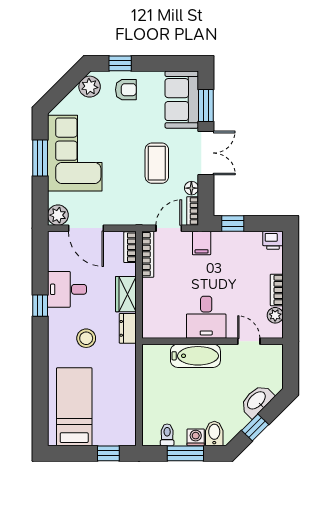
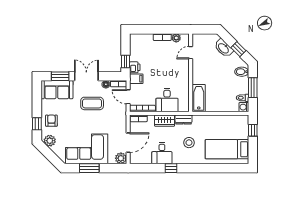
printer: (273, 240) -> (135, 67), moved
desk: (206, 317) -> (167, 100), moved, turned 90
bathtub: (195, 356) -> (199, 98), moved
washing machine: (196, 437) -> (244, 107), moved

